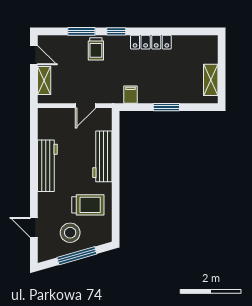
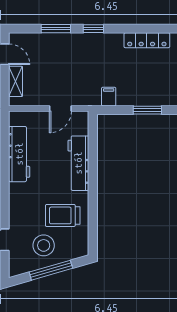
locker: (151, 42) -> (147, 40), moved
trolley: (96, 49) -> (71, 47), removed
workbench: (47, 166) -> (19, 154), moved
trolley: (88, 205) -> (63, 215), turned 180

